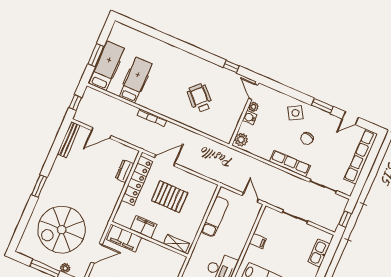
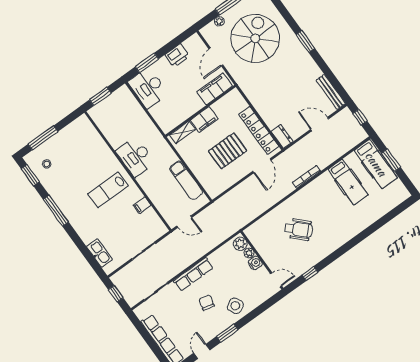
plant: (253, 107) -> (249, 253), moved
door: (101, 133) -> (320, 124), hinge flipped
dresser: (125, 171) -> (282, 136), moved
filing cabinet: (144, 227) -> (204, 120), moved

